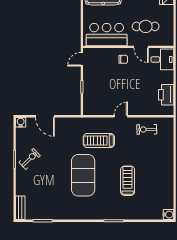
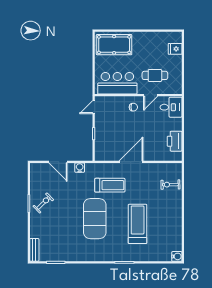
door: (141, 47) -> (151, 95), hinge flipped
door: (121, 116) -> (131, 162), width x1.88
water cooler: (21, 122) -> (80, 168), moved
exercise bike: (147, 129) -> (170, 185), moved
treadmill: (99, 140) -> (110, 185), turned 180
treadmill: (128, 181) -> (138, 224), width x1.37, depth x1.38

